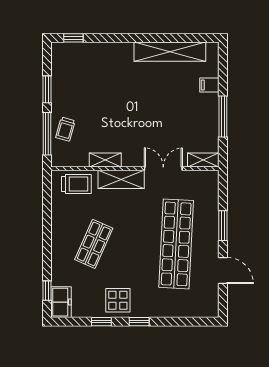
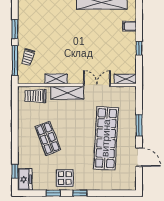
window: (223, 116) -> (139, 48), width x0.46
trolley: (76, 184) -> (36, 96), turned 180
shop shelf: (94, 244) -> (48, 138), turned -45

